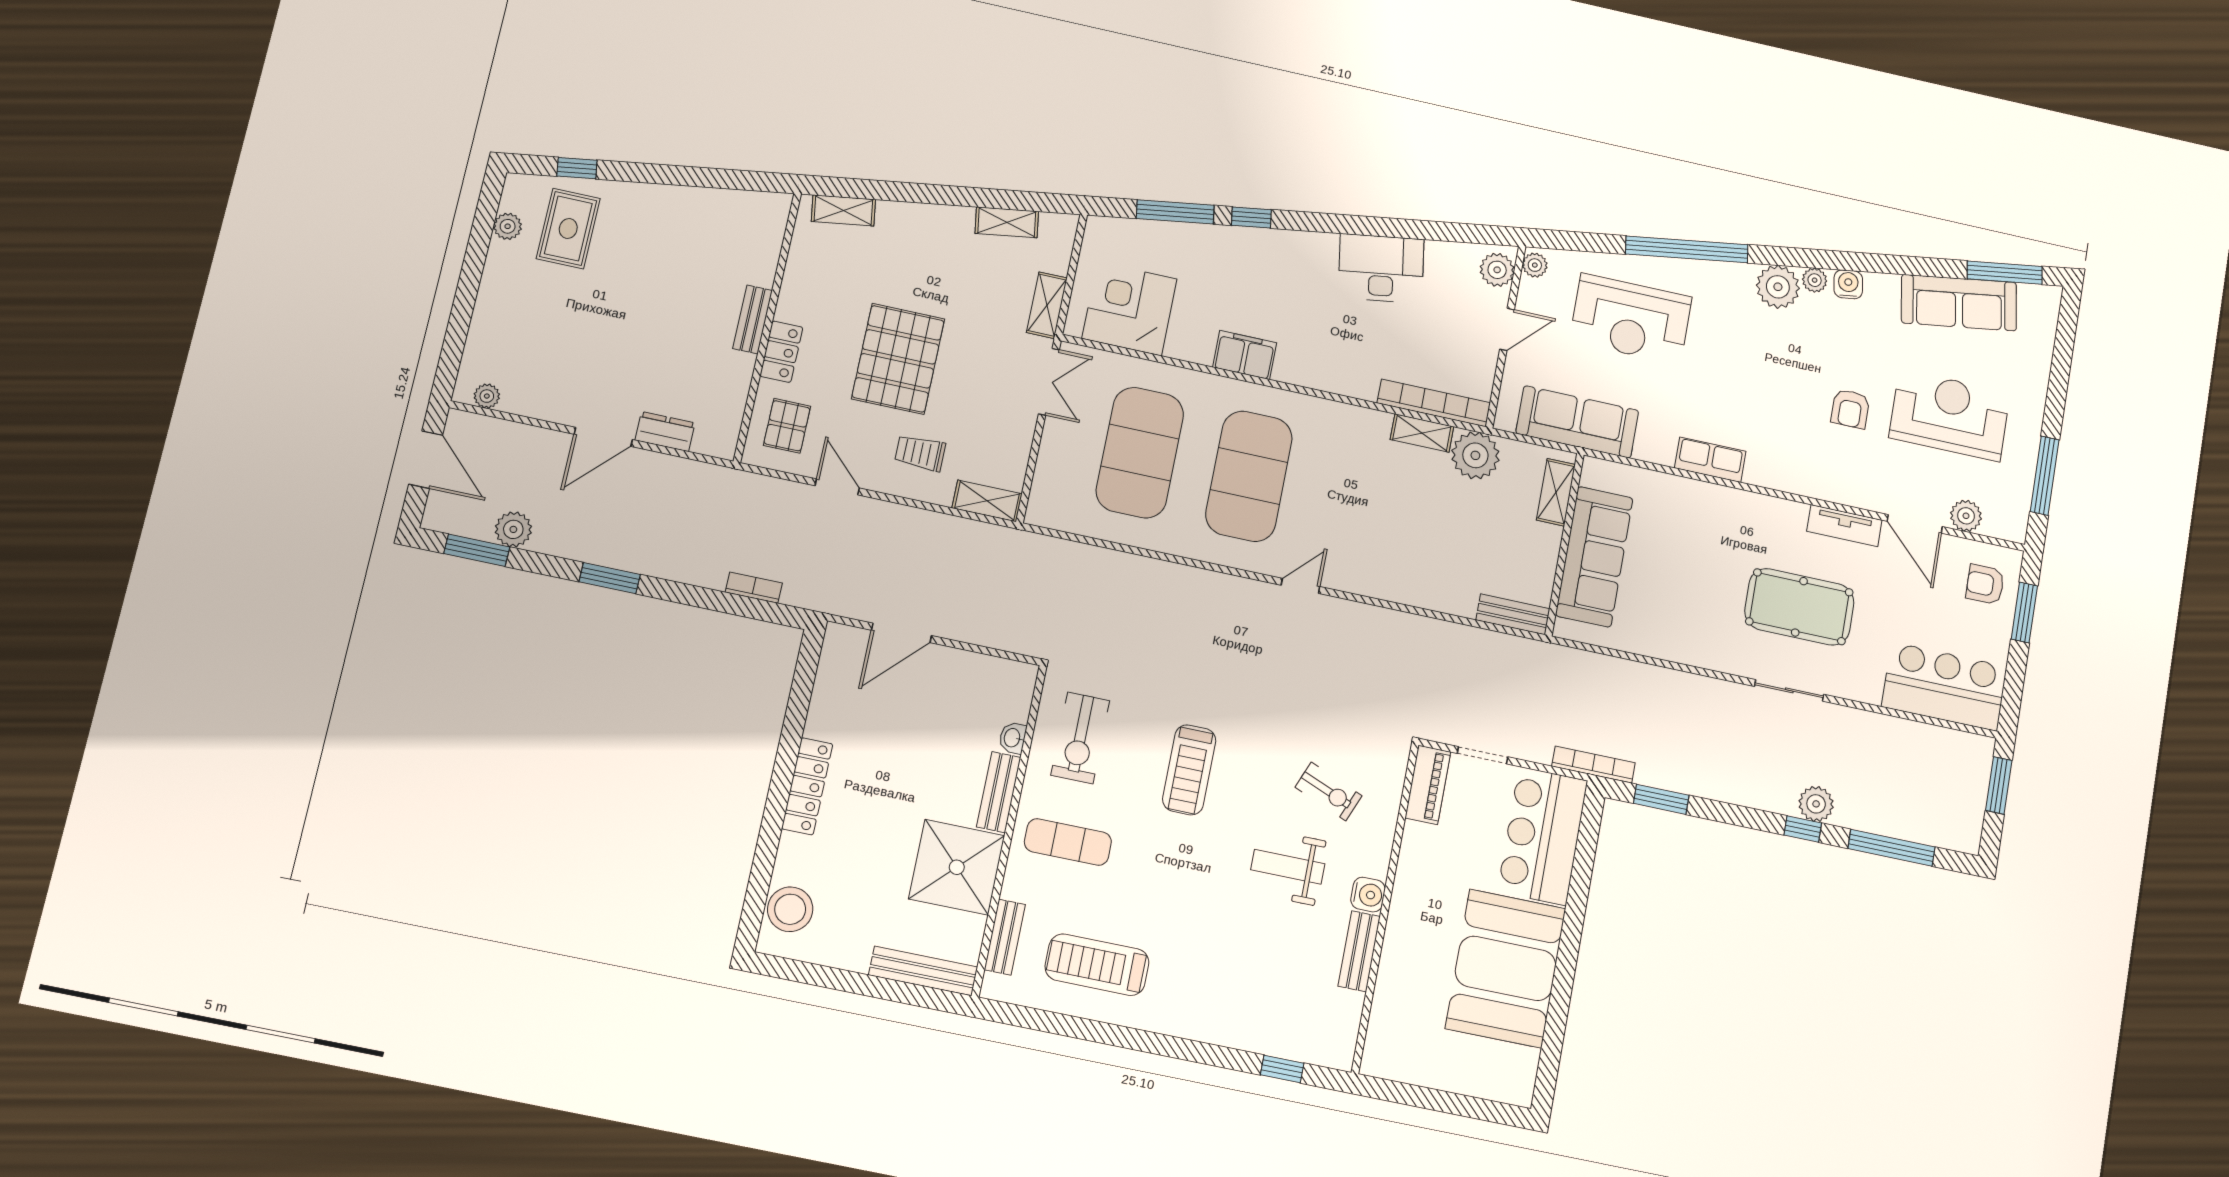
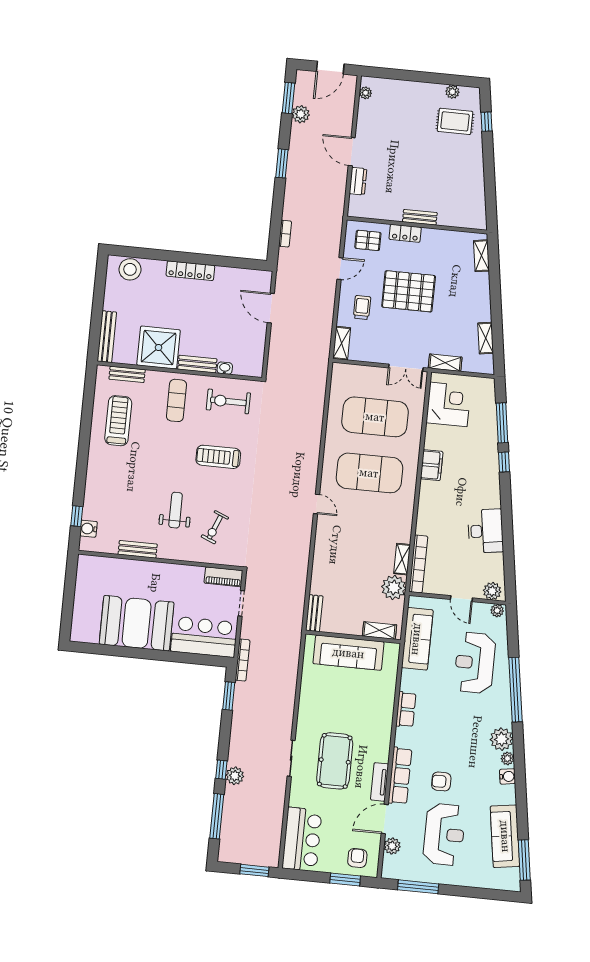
row of seats: (1835, 486) -> (400, 776), added
water cooler: (1368, 895) -> (89, 529), moved, turned 90

